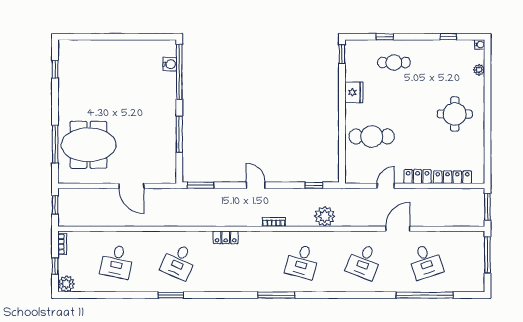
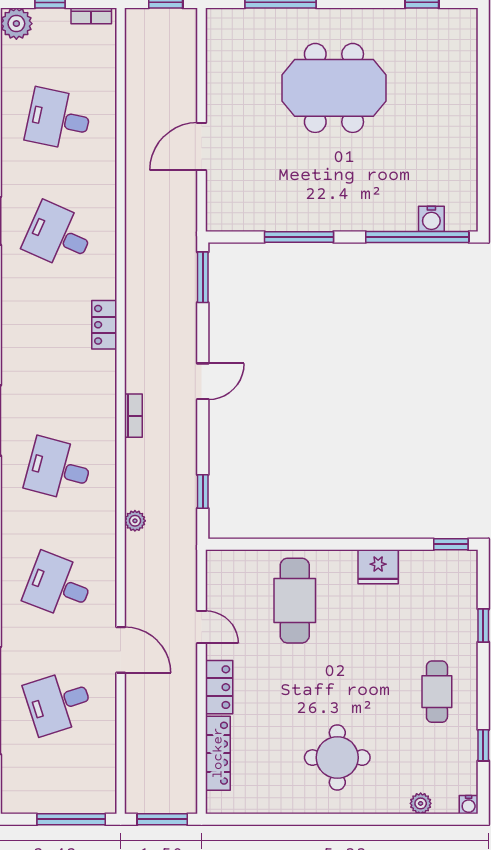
cafe table: (394, 62) -> (437, 692), moved
meeting table: (89, 145) -> (334, 88), moved, turned 90
plant: (325, 216) -> (135, 521), width x0.53, depth x0.53

